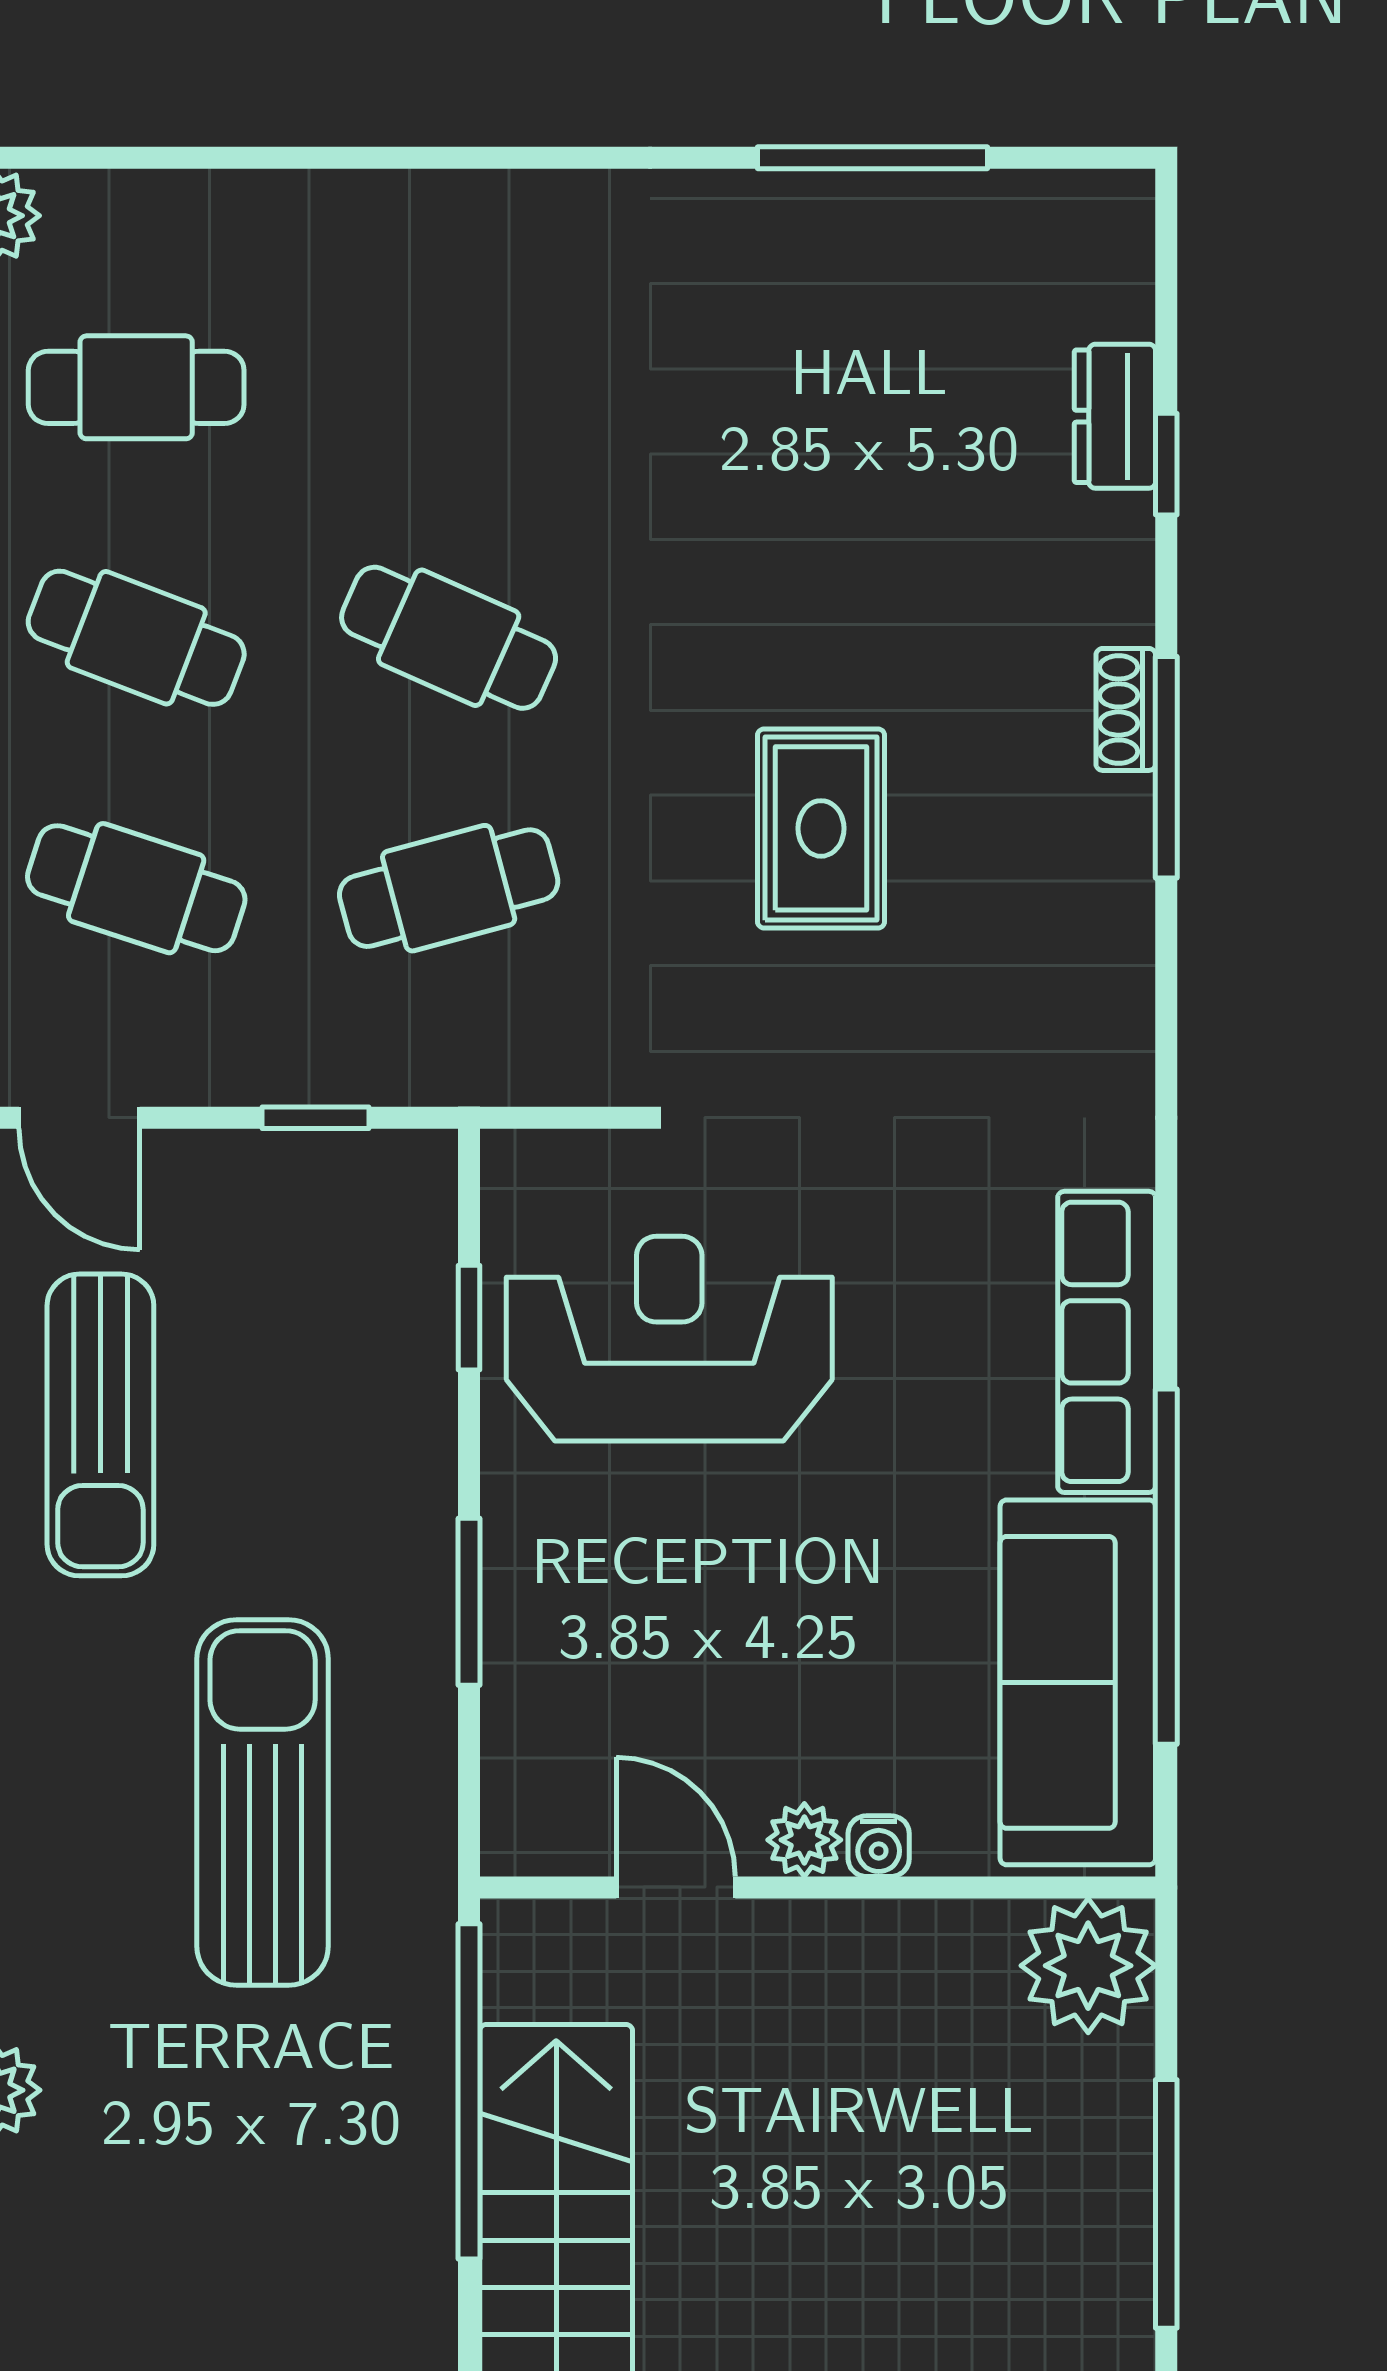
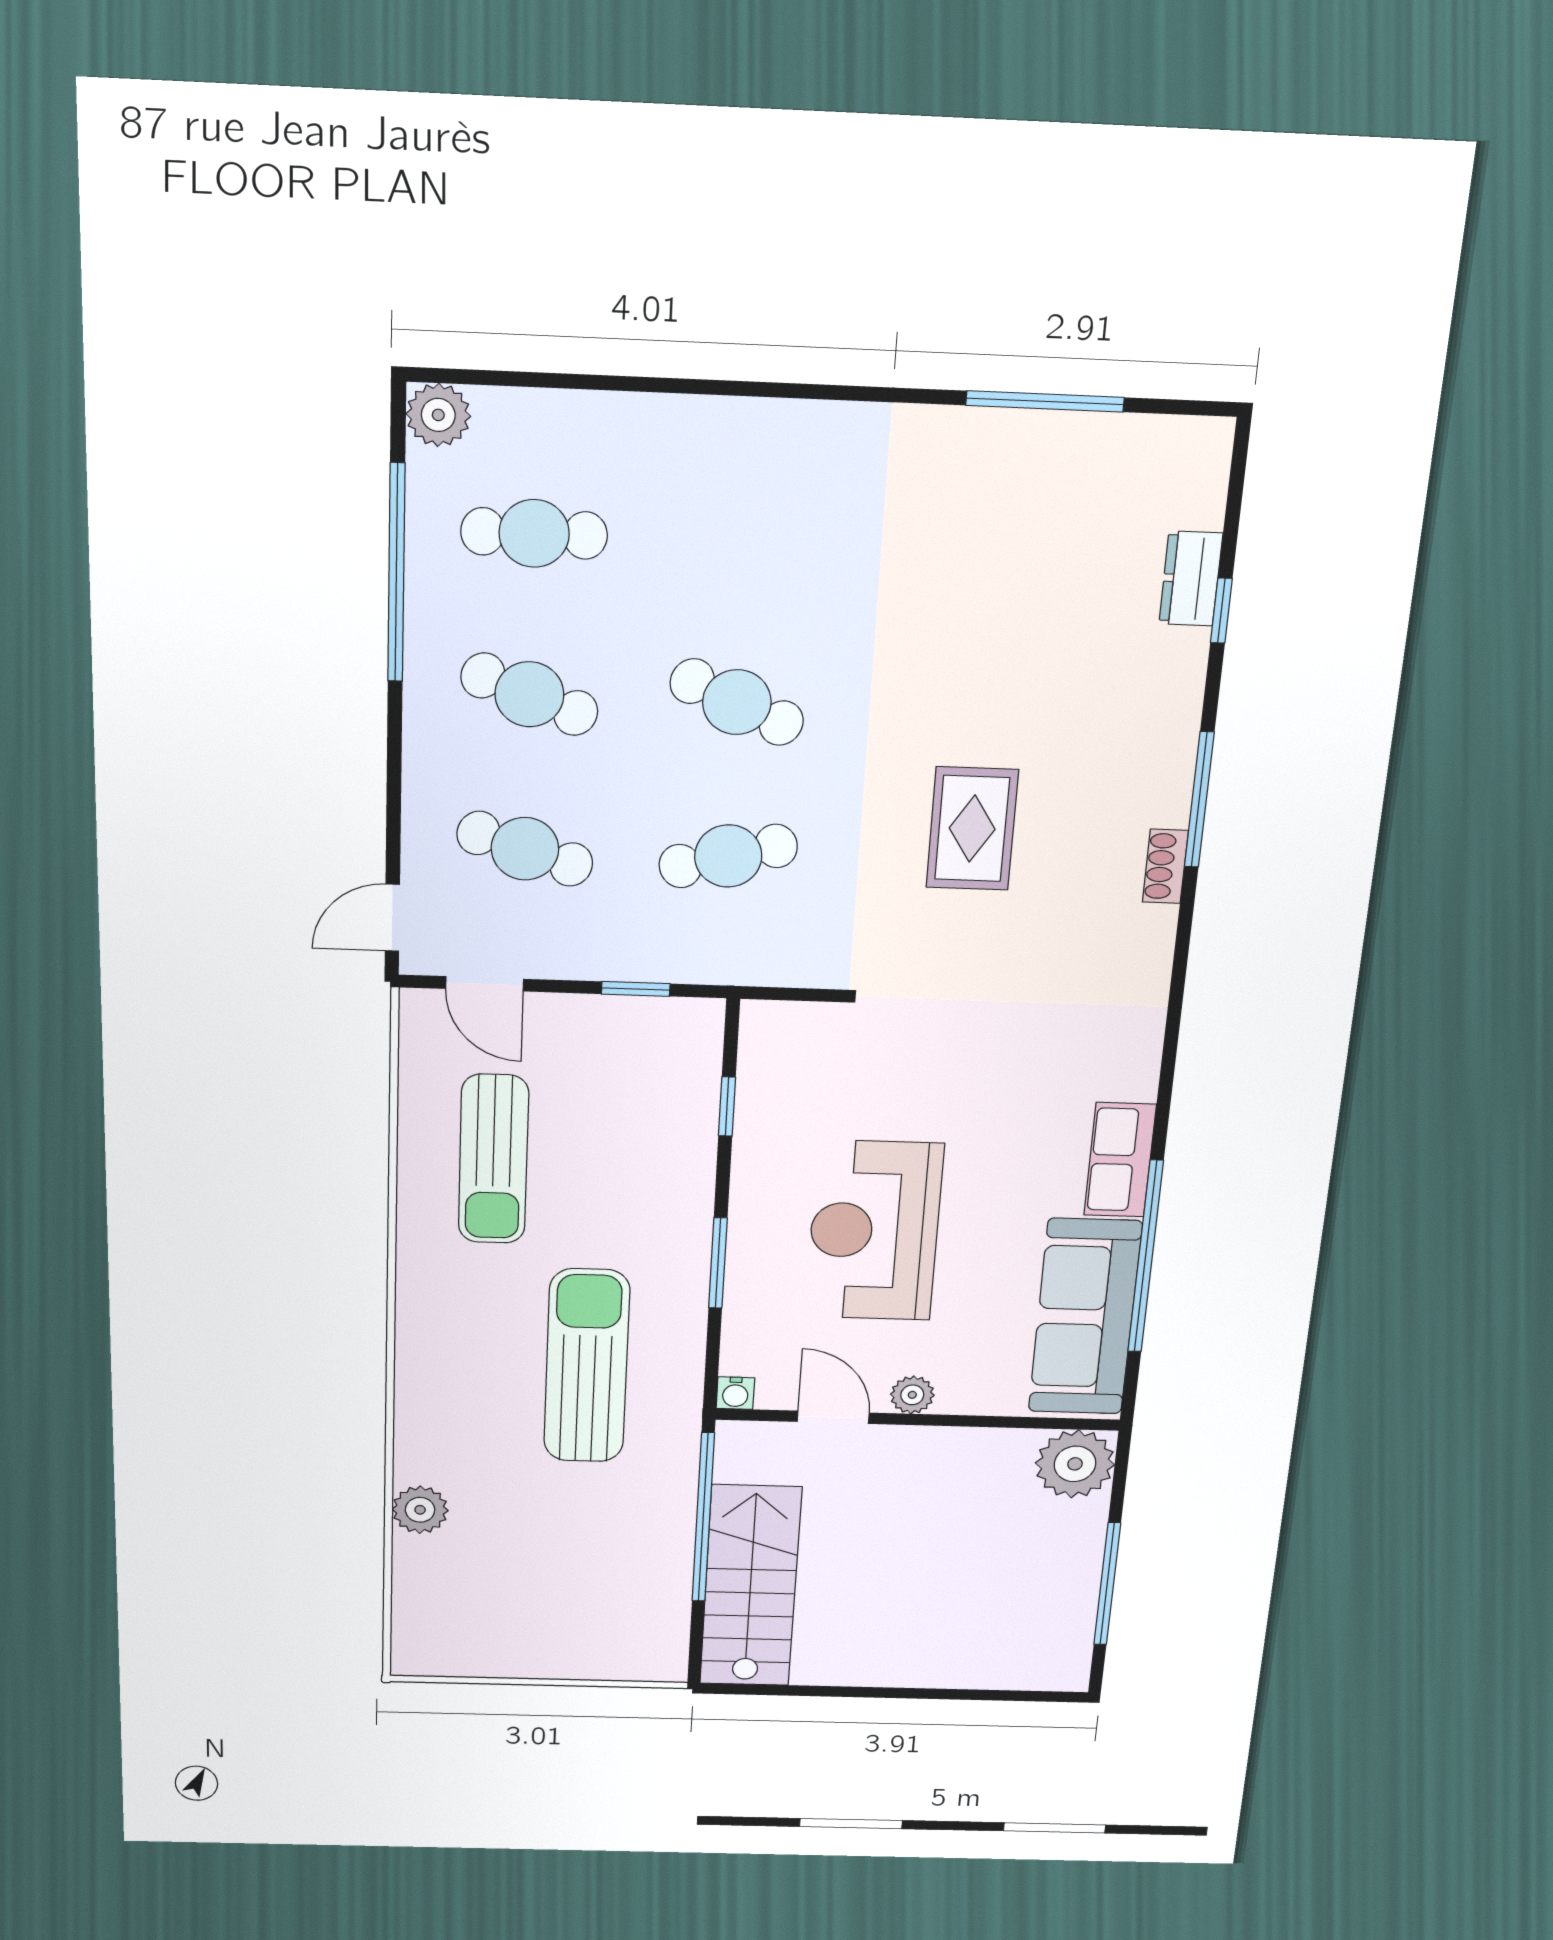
shoe rack: (1126, 709) -> (1165, 866), moved
reception desk: (669, 1339) -> (874, 1231), moved, turned -90
row of seats: (1107, 1342) -> (1120, 1160), width x0.68
water cooler: (879, 1846) -> (735, 1393), moved

